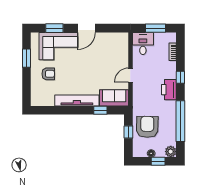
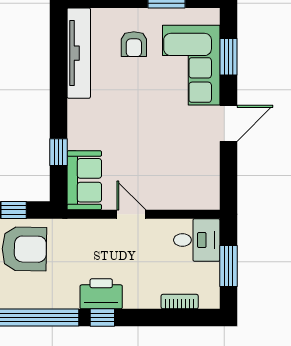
door: (87, 28) -> (228, 123), swing flipped
window: (180, 77) -> (102, 318), moved
tv unit: (77, 101) -> (79, 53), moved

